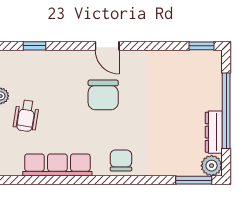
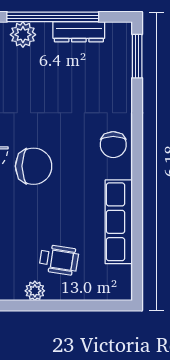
chair: (121, 160) -> (113, 145), turned -90
plant: (212, 166) -> (23, 35), moved

